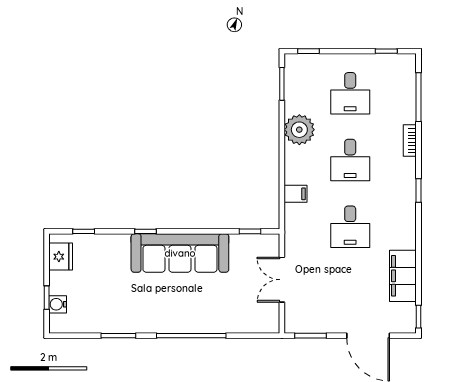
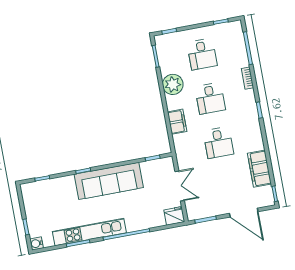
filing cabinet: (296, 194) -> (177, 122), width x2.00
fridge: (61, 257) -> (174, 216), moved, turned -90
double door: (282, 280) -> (180, 186), swing flipped
water cooler: (58, 304) -> (36, 243), moved
kitchen unit: (138, 322) -> (89, 232), added

